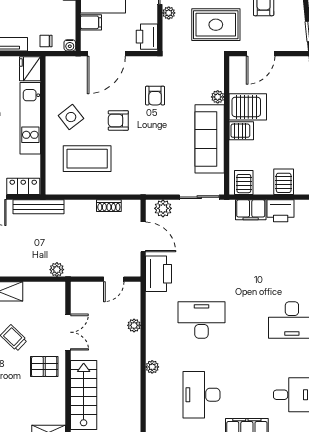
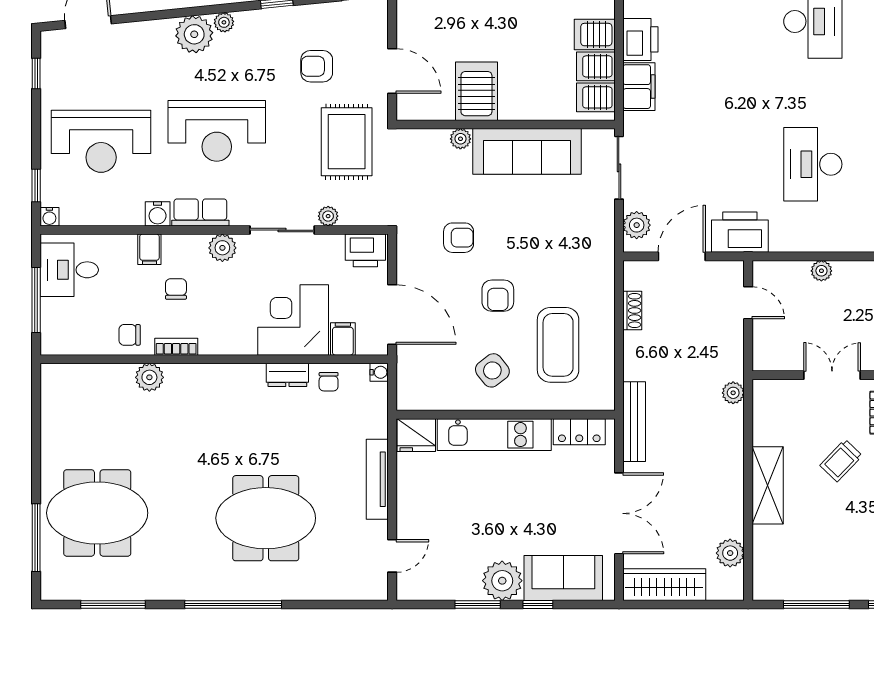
chair: (46, 41) -> (329, 382), moved
server rack: (241, 131) -> (596, 66), moved, turned -90
locker: (23, 186) -> (579, 432), moved, turned -90

